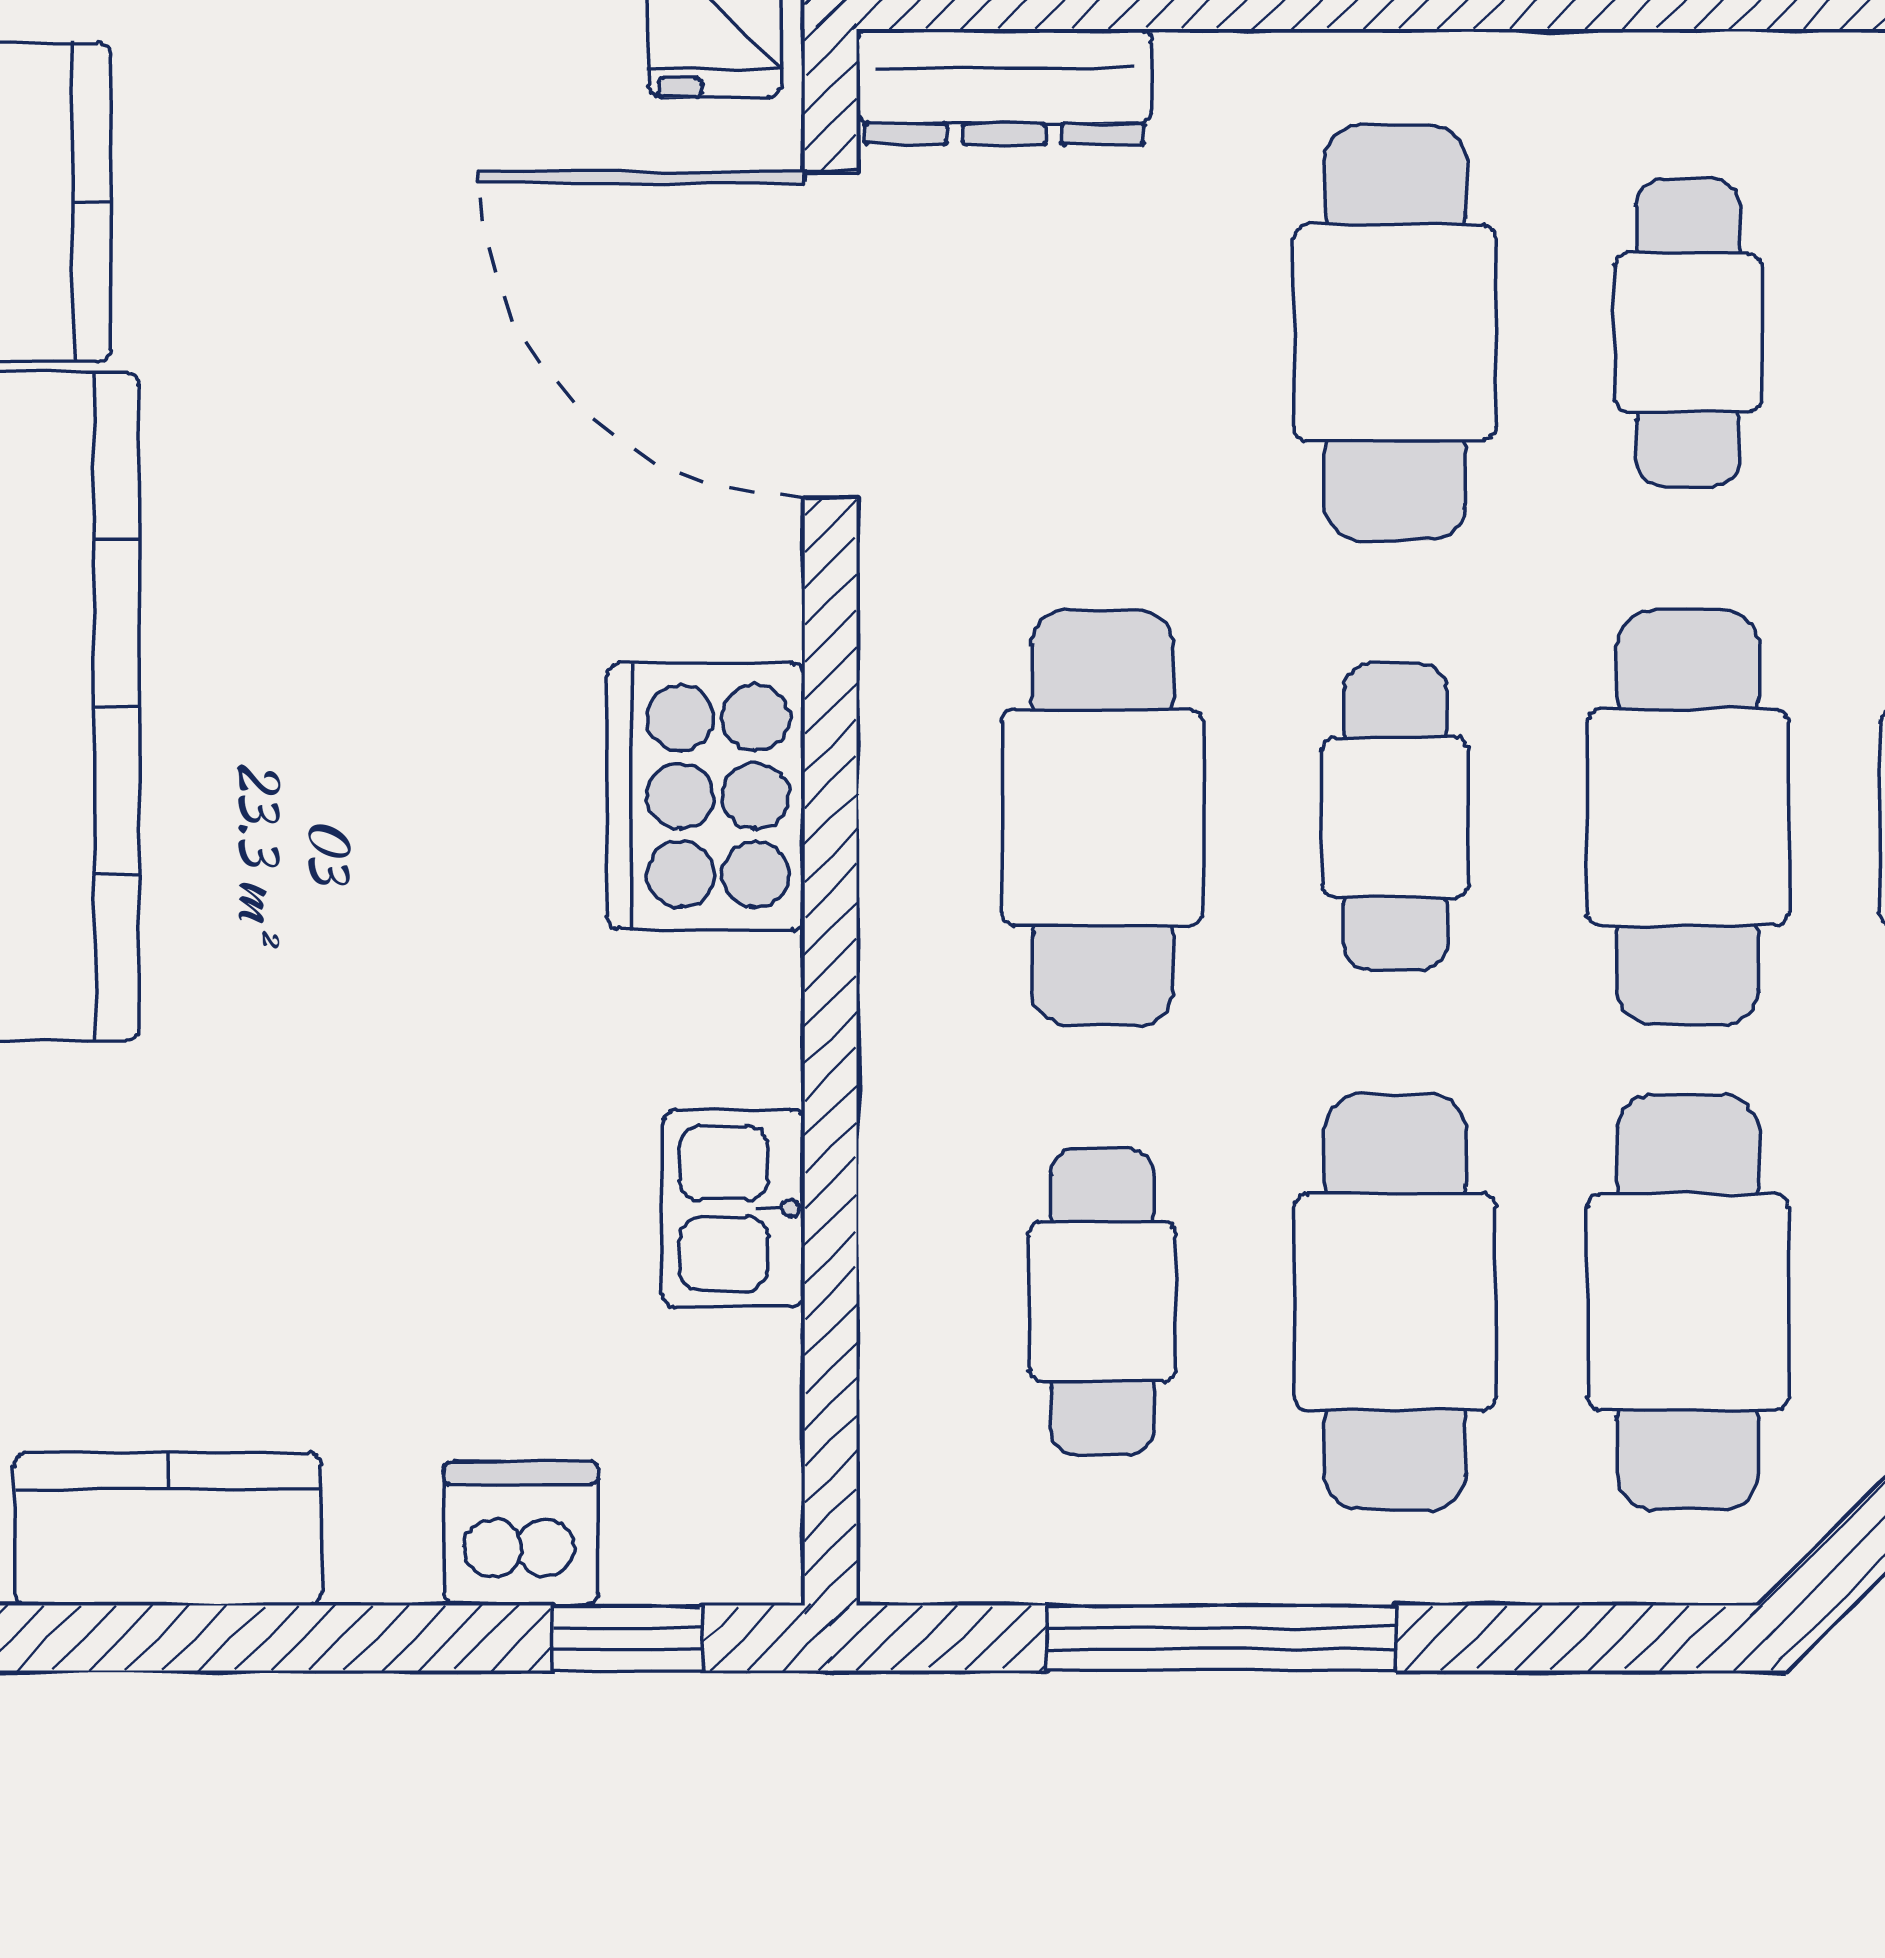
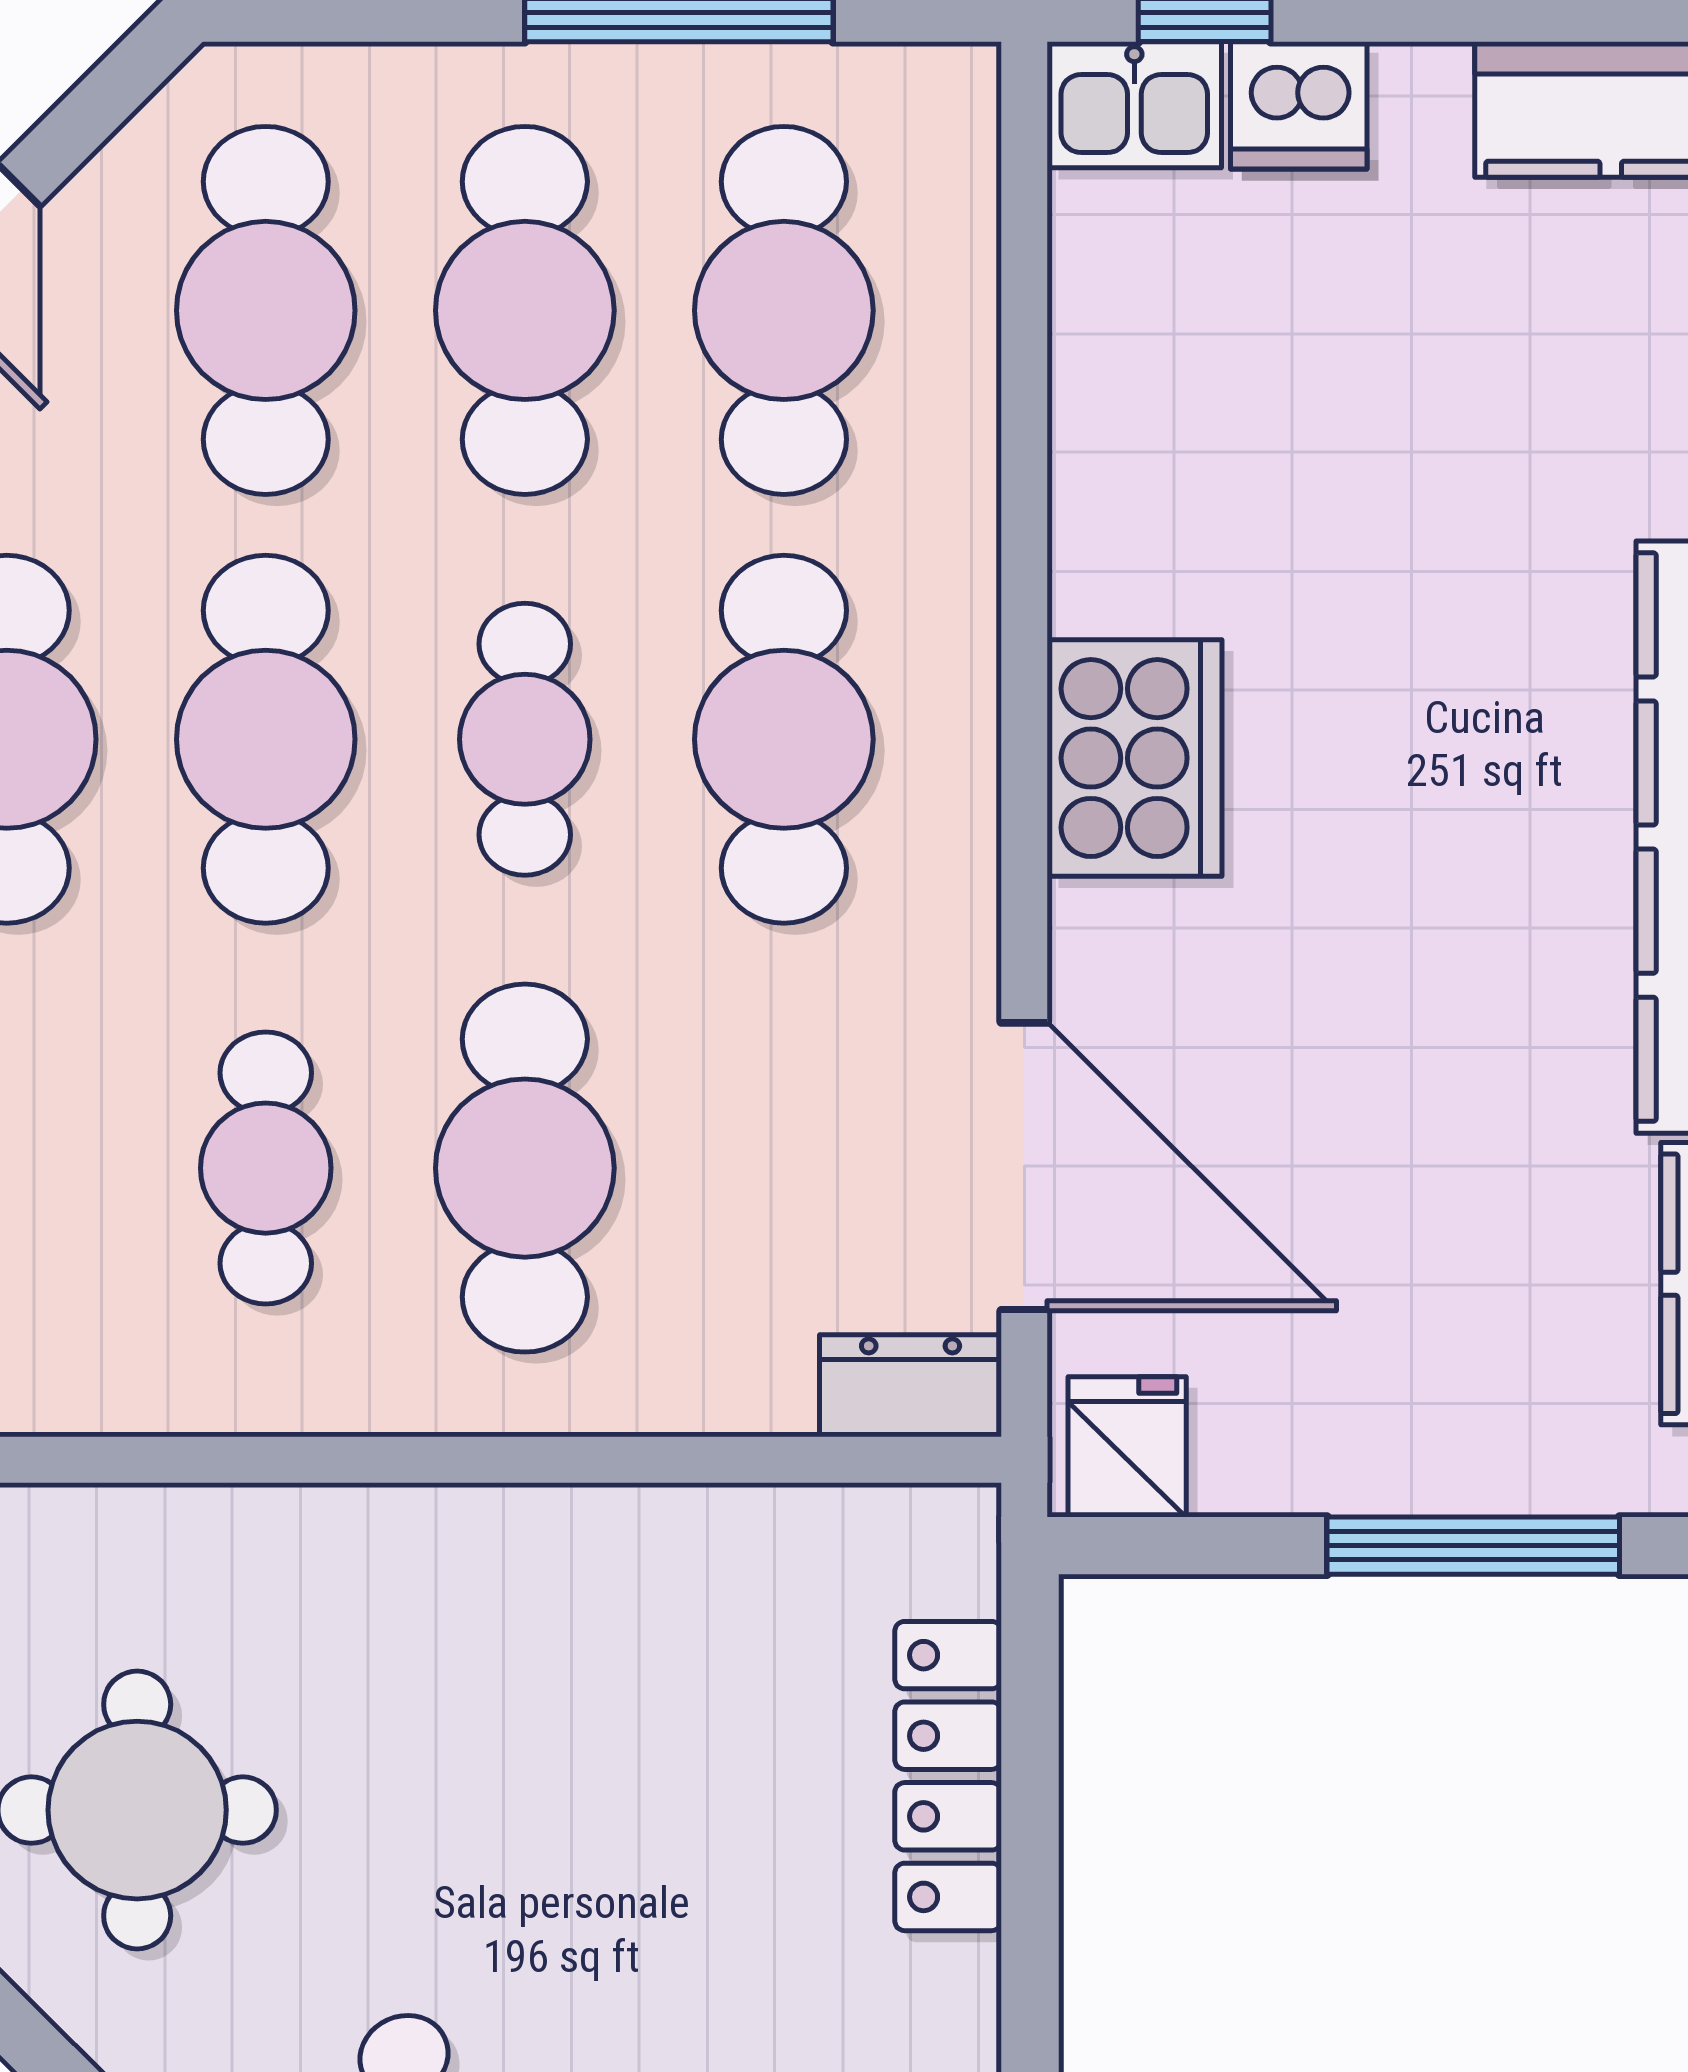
dresser: (1004, 87) -> (911, 1386), width x0.70
kitchen sink: (733, 1208) -> (1134, 105), moved, turned 90
cafe table: (1102, 1302) -> (784, 310), width x1.37, depth x1.35

